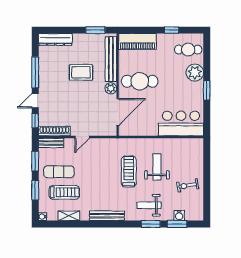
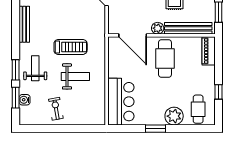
piano: (137, 42) -> (209, 51), width x0.73, depth x0.75

